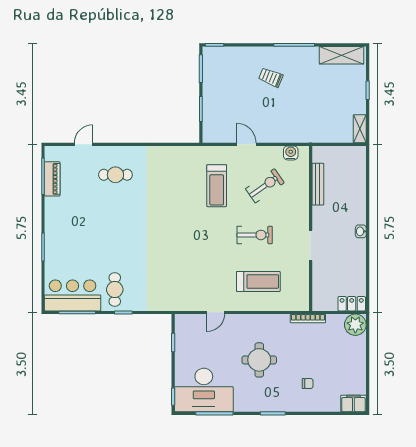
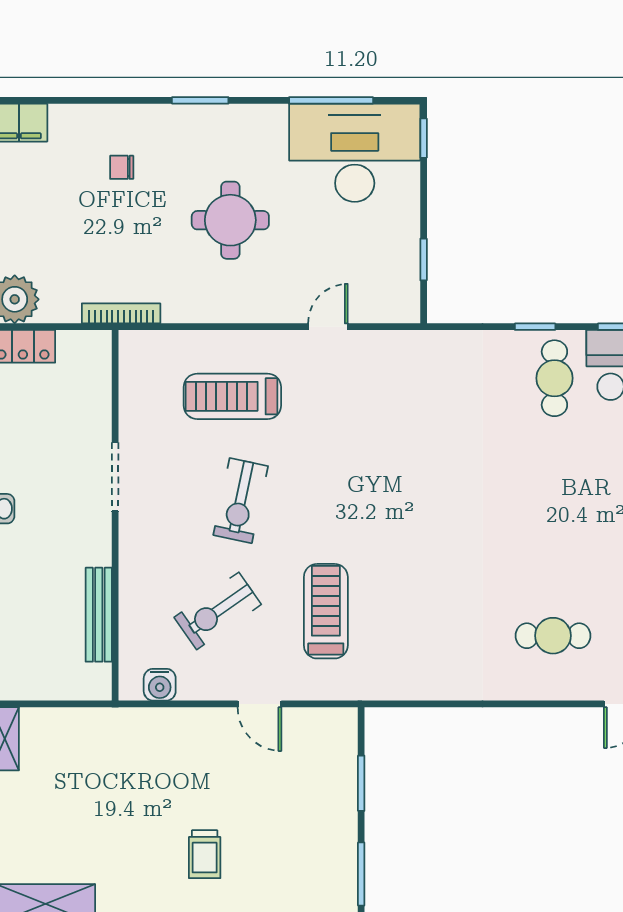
trolley: (271, 77) -> (205, 854), turned 68
exercise bike: (255, 235) -> (241, 501), turned -78

